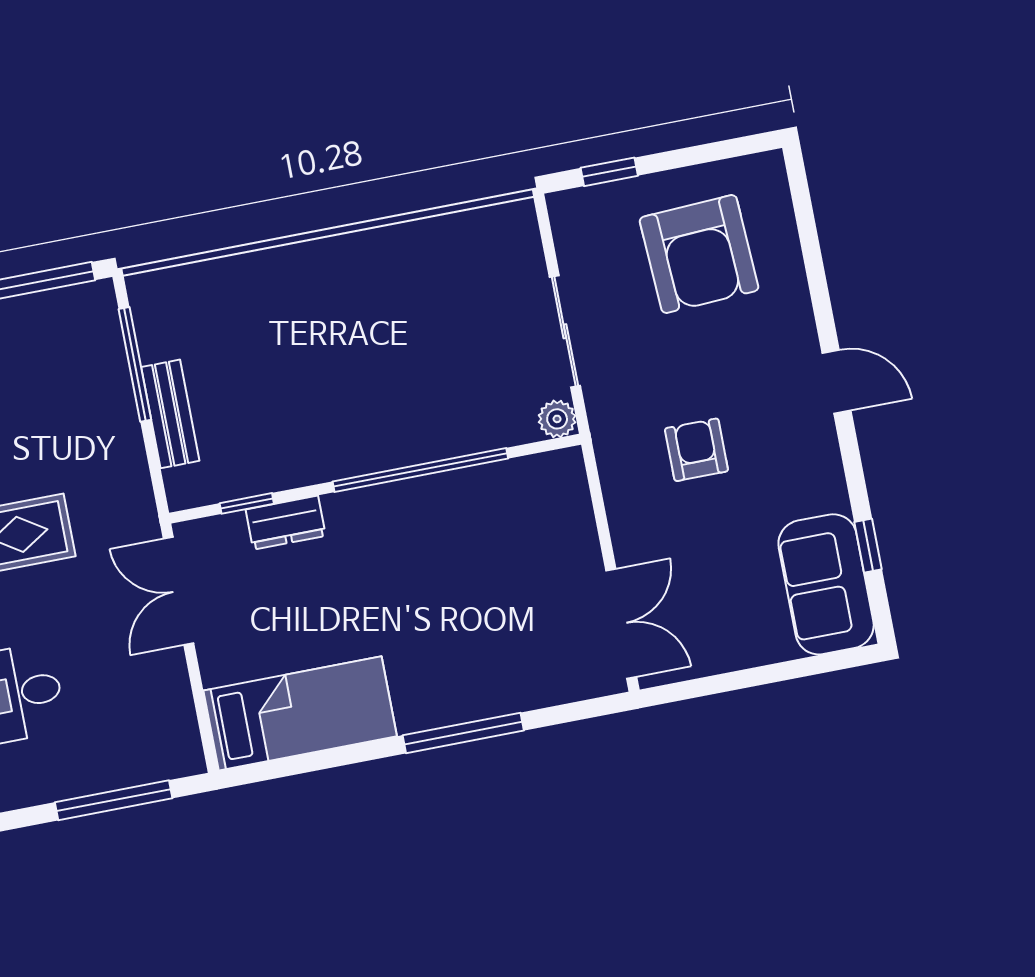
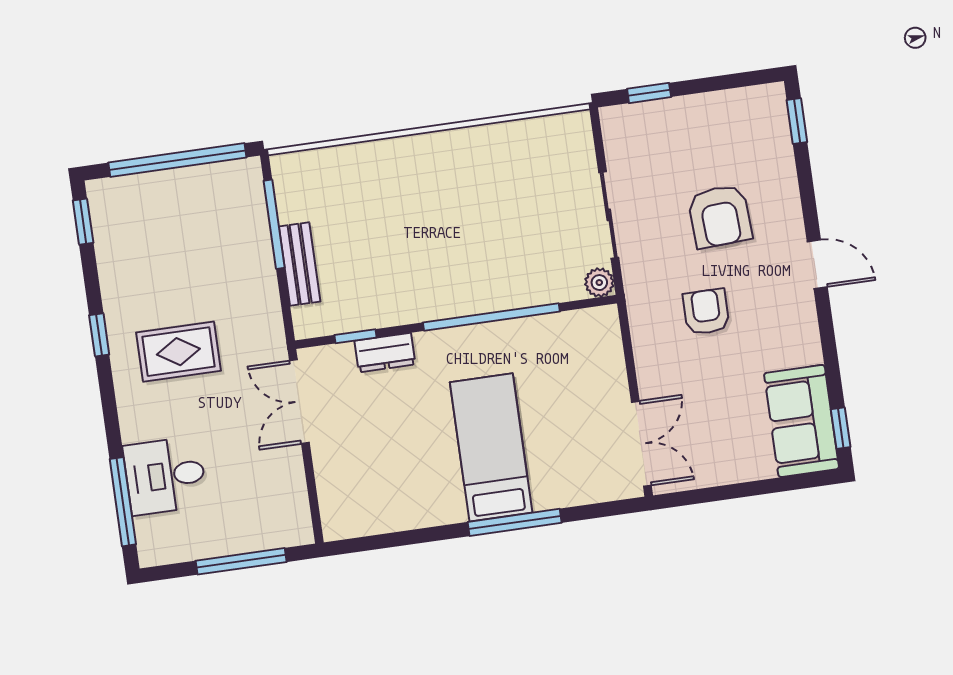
window: (801, 199) -> (797, 121), added
armchair: (699, 254) -> (720, 216), moved, width x0.73, depth x0.73
window: (868, 546) -> (841, 428), moved
bed: (300, 713) -> (491, 447), moved, turned -90

